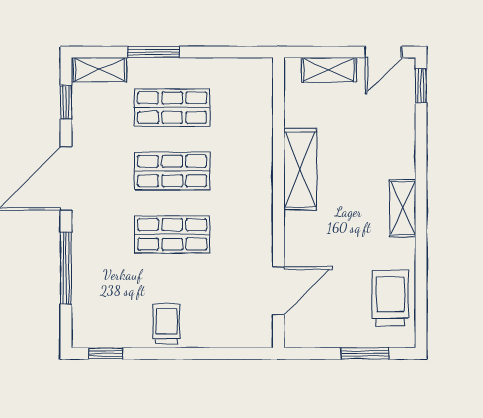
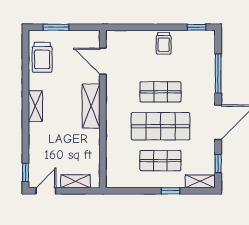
window: (154, 52) -> (170, 191), width x0.67
shelving: (300, 169) -> (91, 106), moved
shop shelf: (172, 171) -> (160, 126), width x1.43, depth x1.36
door: (278, 291) -> (103, 61), hinge flipped

